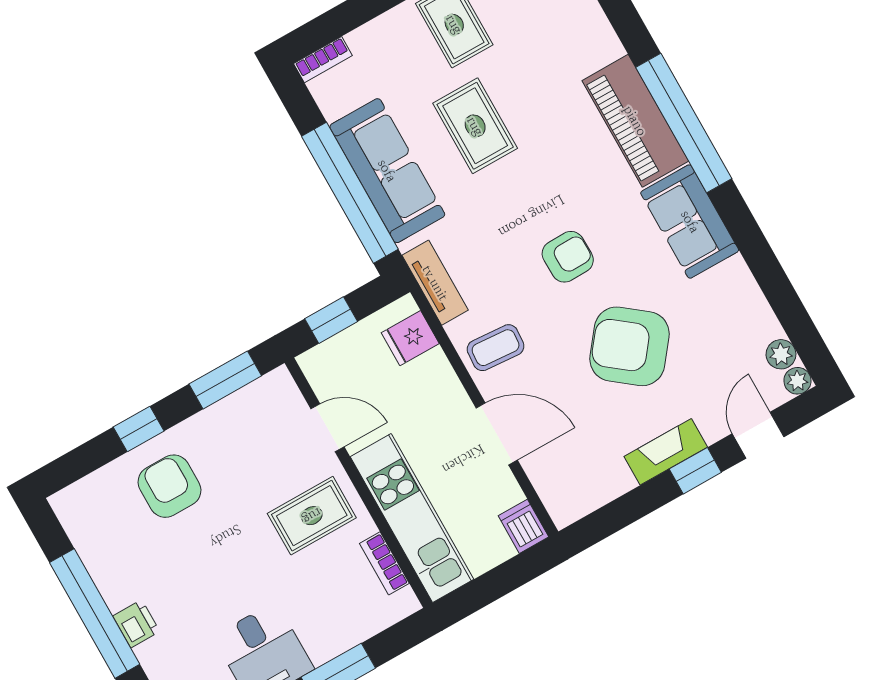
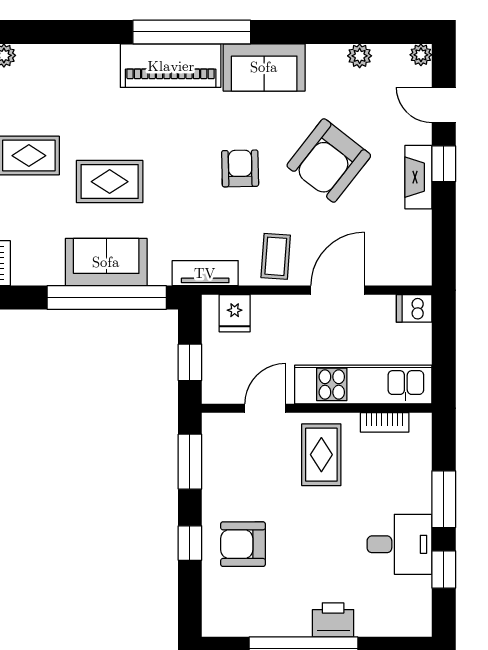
sofa: (387, 171) -> (106, 262), width x0.73
plant: (781, 354) -> (360, 56), moved
printer: (136, 624) -> (333, 620), width x1.36, depth x1.24

